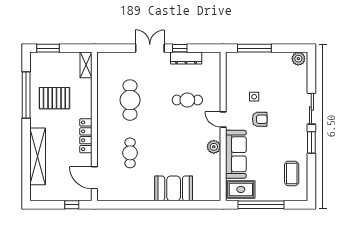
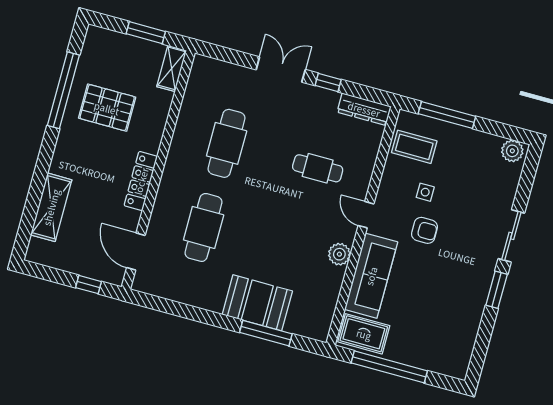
window: (48, 48) -> (146, 33), moved
dresser: (186, 58) -> (364, 109), moved
cafe table: (130, 153) -> (204, 227), width x1.37, depth x1.35
shelving: (38, 156) -> (51, 207), width x0.68
coffee table: (292, 173) -> (414, 147), moved, turned 90
window: (183, 205) -> (266, 333), added

